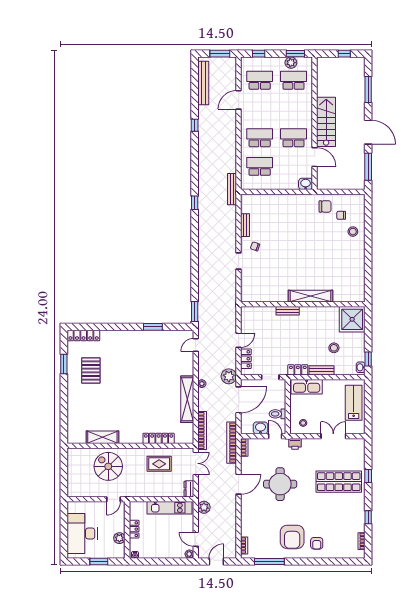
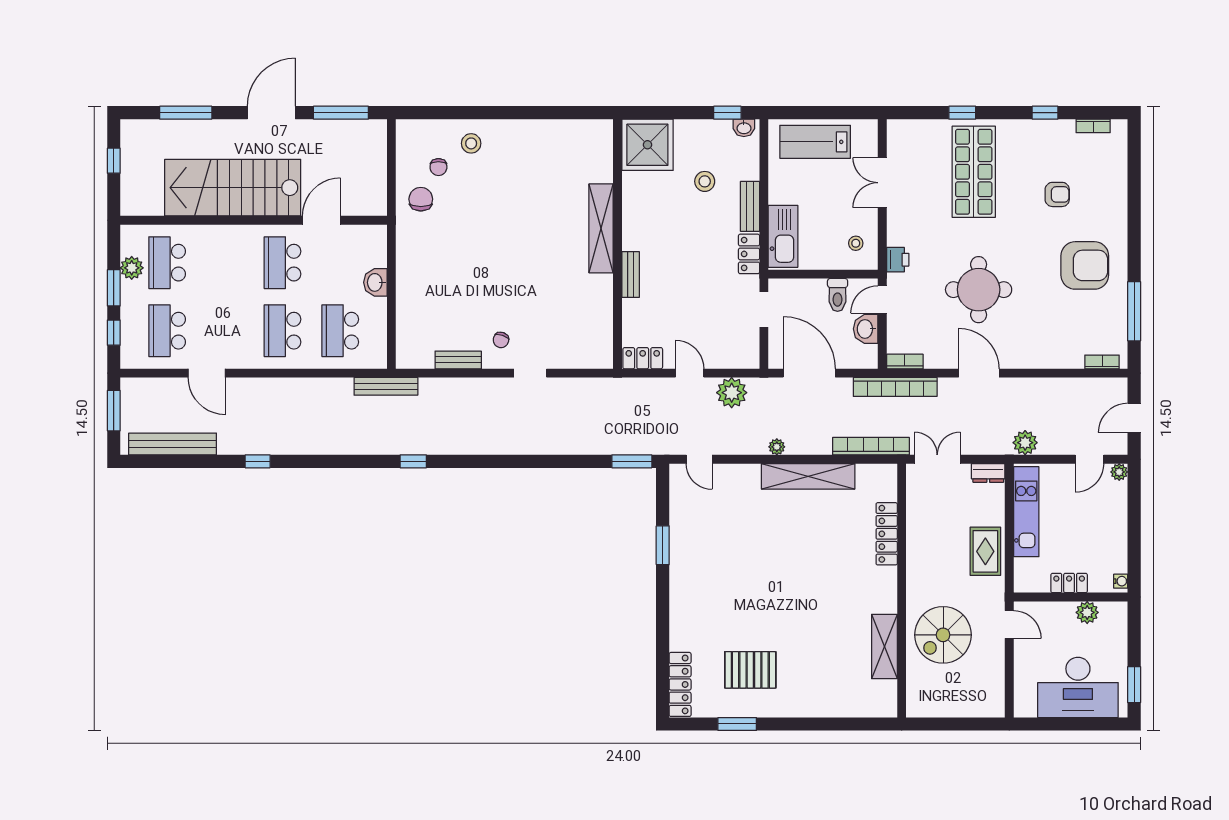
window: (295, 54) -> (114, 288), moved
stairs: (326, 122) -> (233, 188), width x1.36, depth x1.51
washbasin: (306, 184) -> (375, 282), moved
locker: (246, 359) -> (643, 358), moved
plant: (229, 376) -> (732, 393), moved
rug: (159, 464) -> (985, 551), moved
armchair: (317, 543) -> (1057, 194), moved
window: (99, 561) -> (1134, 685), moved
door: (216, 561) -> (1134, 418), hinge flipped

